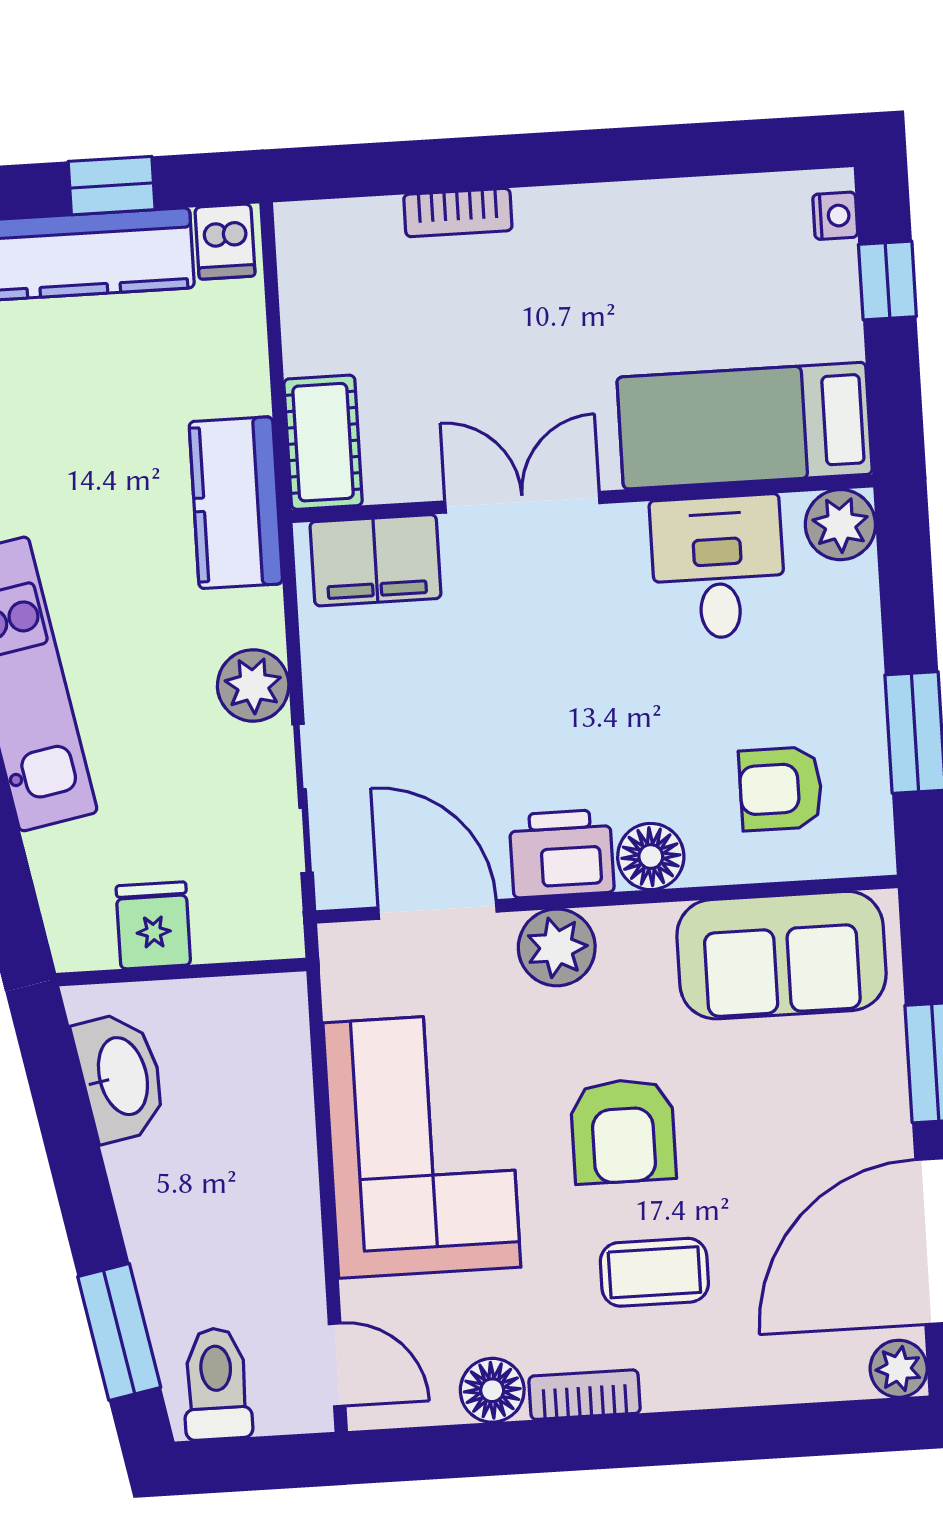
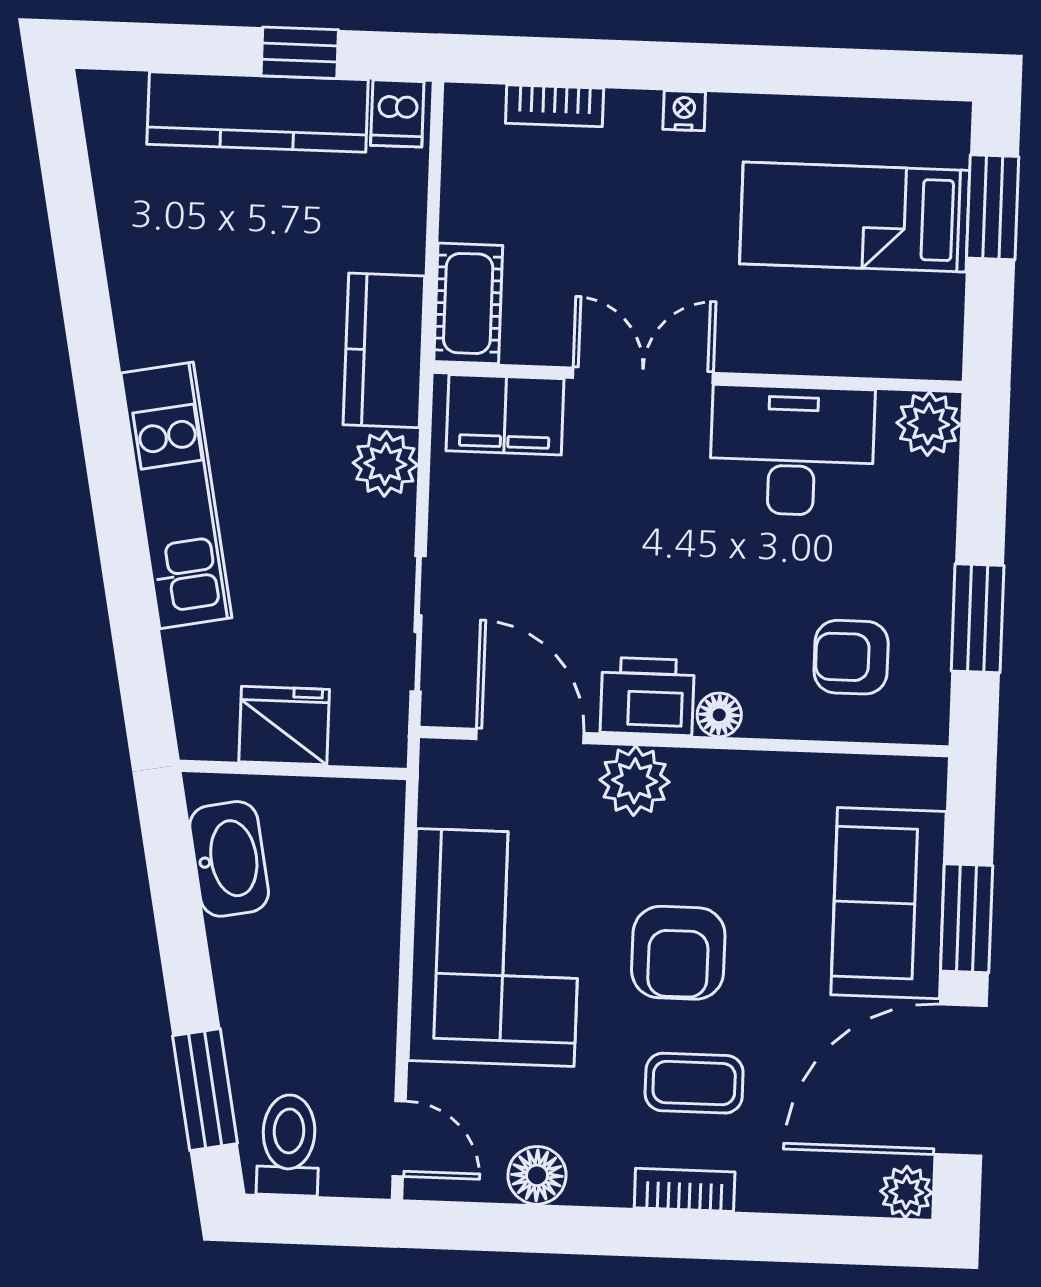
bookcase: (458, 213) -> (555, 106), moved
nightstand: (835, 216) -> (684, 111), moved, turned -90
window: (887, 280) -> (993, 207), width x1.50
bed: (745, 426) -> (855, 217), moved
desk: (718, 567) -> (792, 451), width x1.37
plant: (253, 685) -> (385, 464), moved
floor lamp: (651, 857) -> (719, 715), width x0.73, depth x0.73
fridge: (153, 925) -> (284, 726), width x1.38
sofa: (781, 955) -> (889, 903), moved, turned 90
bookcase: (585, 1395) -> (685, 1190), moved

